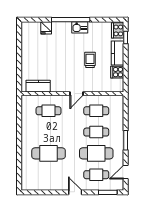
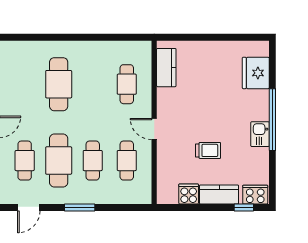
fridge: (46, 28) -> (256, 73), width x1.88, depth x1.34
door: (126, 172) -> (29, 208), swing flipped

